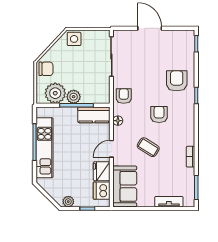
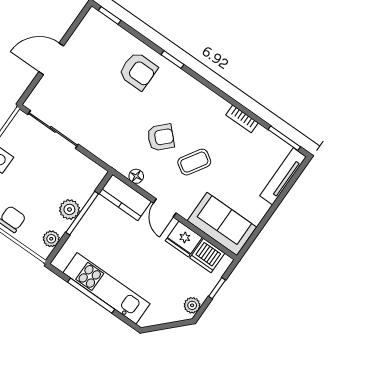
armchair: (177, 81) -> (138, 71), turned 180
plant: (55, 93) -> (51, 239), width x0.53, depth x0.53
armchair: (124, 96) -> (111, 148), removed
kitchen counter: (94, 115) -> (125, 197), moved, turned 90
armchair: (159, 115) -> (161, 137), moved, turned 135
tv unit: (169, 202) -> (283, 176), width x1.41

